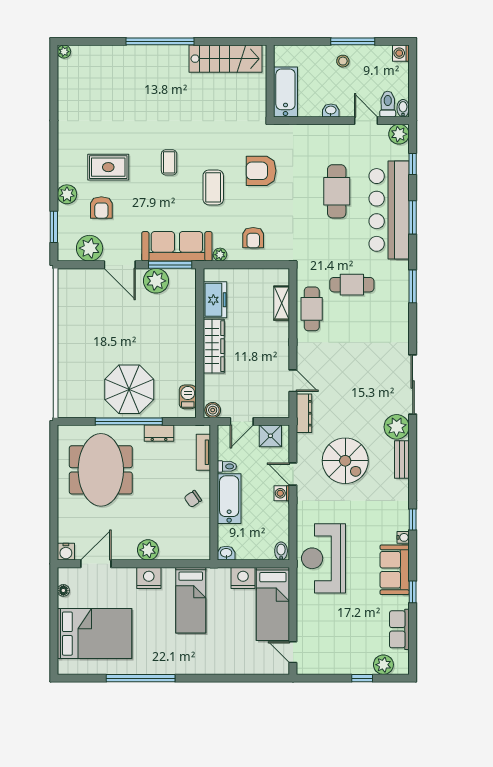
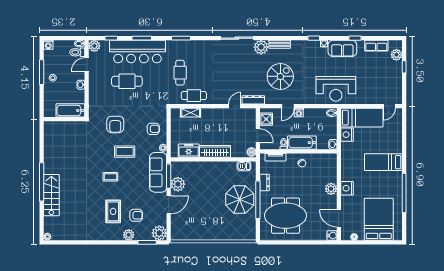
stairs: (226, 59) -> (51, 195), moved
plant: (90, 248) -> (159, 233), moved
bed: (191, 600) -> (383, 162), moved, turned 180

